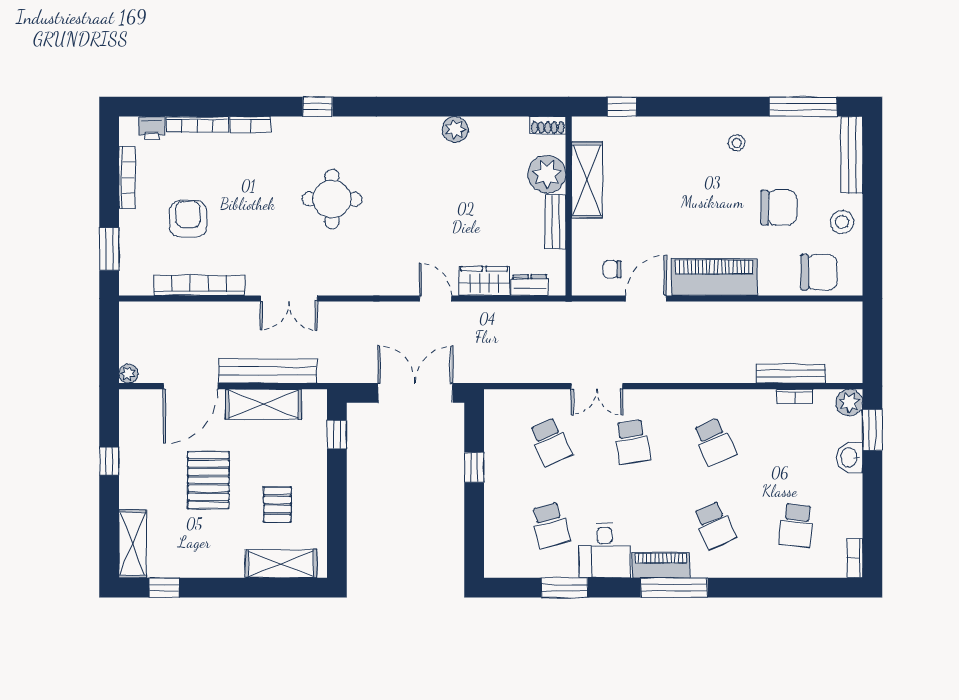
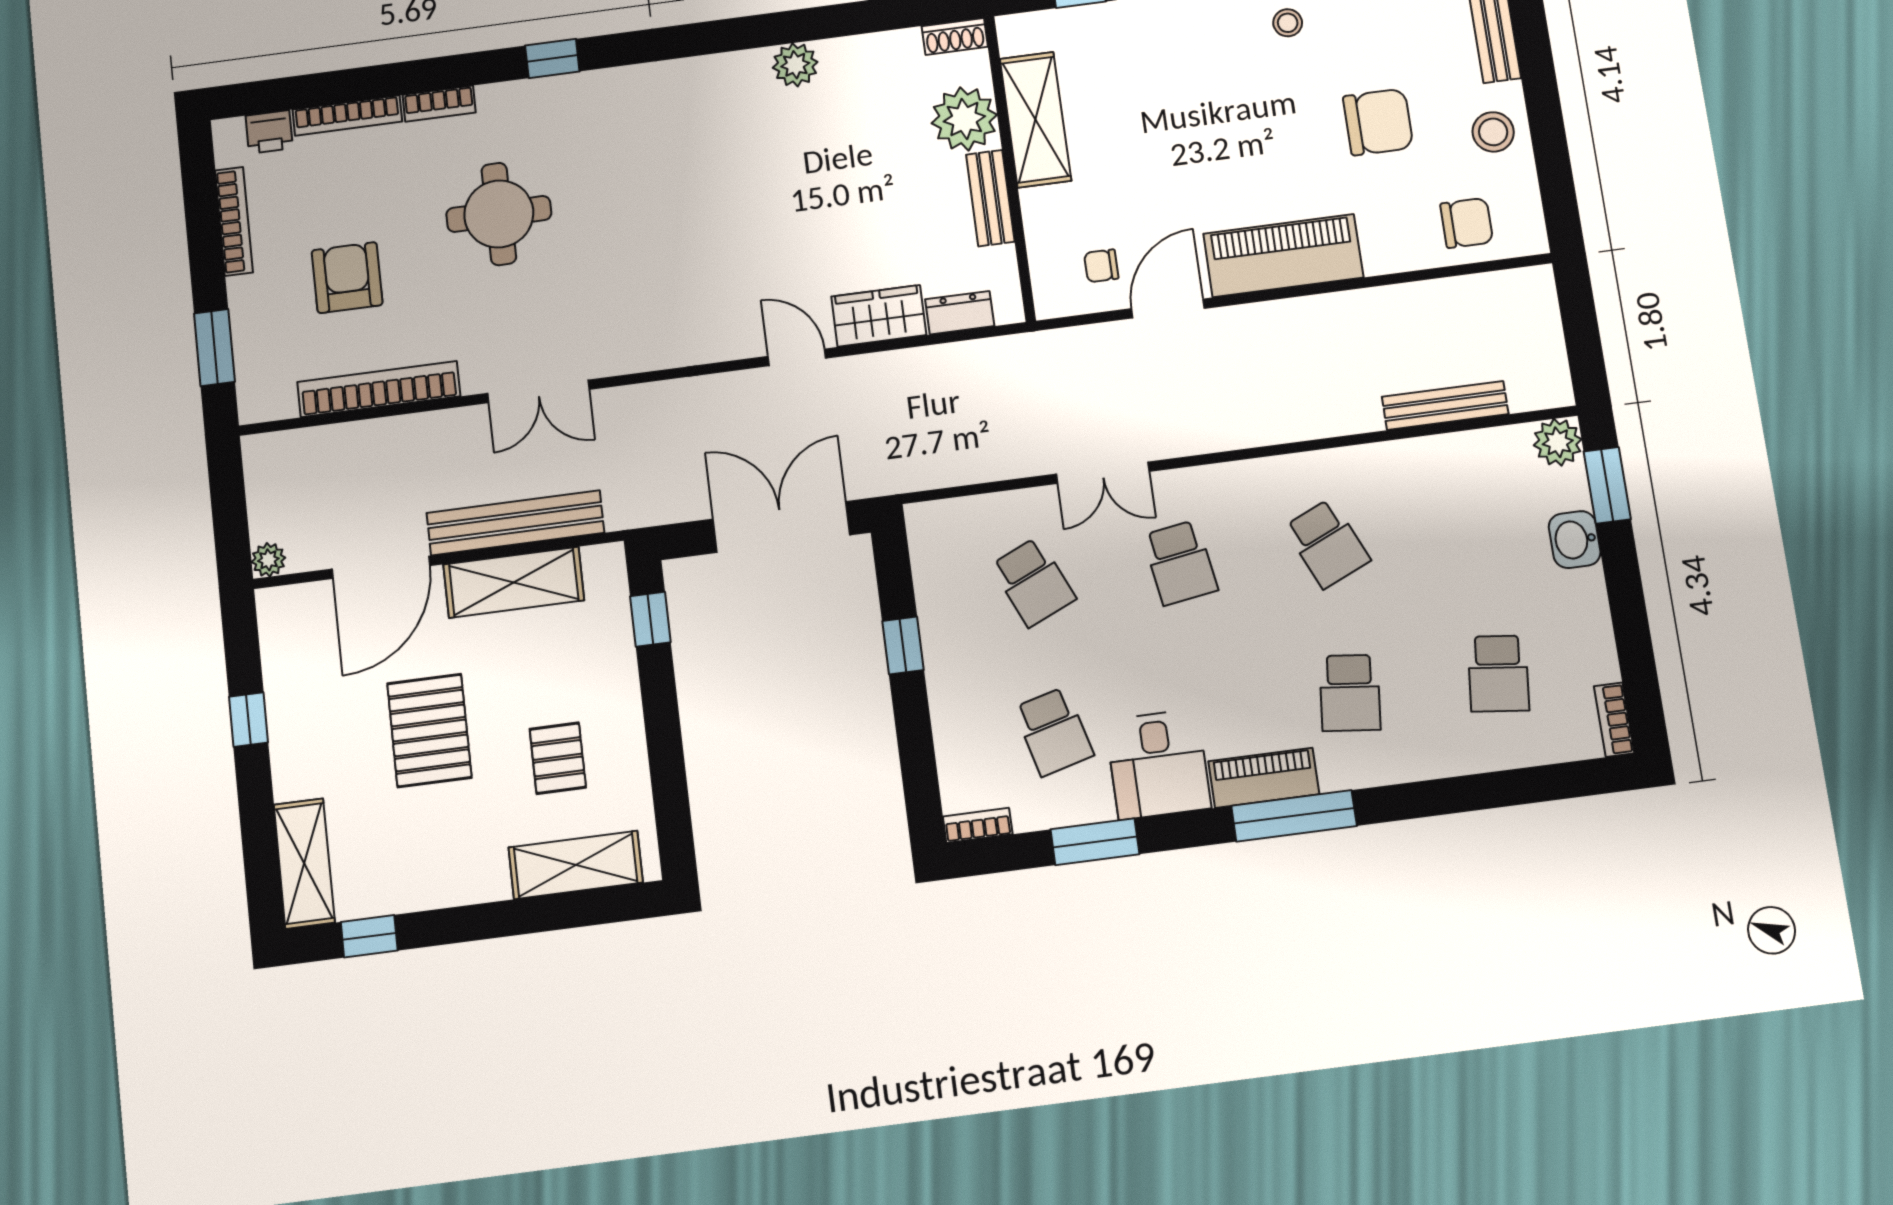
round table: (332, 199) -> (499, 214), moved
chair: (819, 272) -> (1467, 223), width x0.73, depth x0.73
bookcase: (795, 396) -> (978, 825), moved, turned 180
school desk: (714, 525) -> (1350, 693), turned 30

